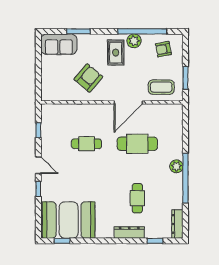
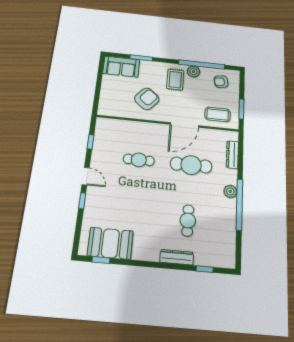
booth: (69, 220) -> (110, 243), width x0.73, depth x0.70
dresser: (177, 224) -> (232, 155), moved

